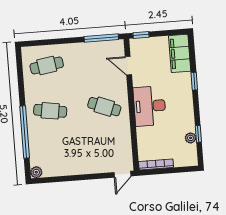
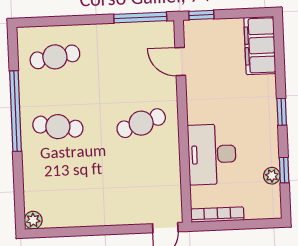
window: (194, 81) -> (282, 112), moved
desk: (150, 106) -> (212, 154), moved
cafe table: (104, 107) -> (141, 123), turned -39
window: (25, 132) -> (15, 111), moved

